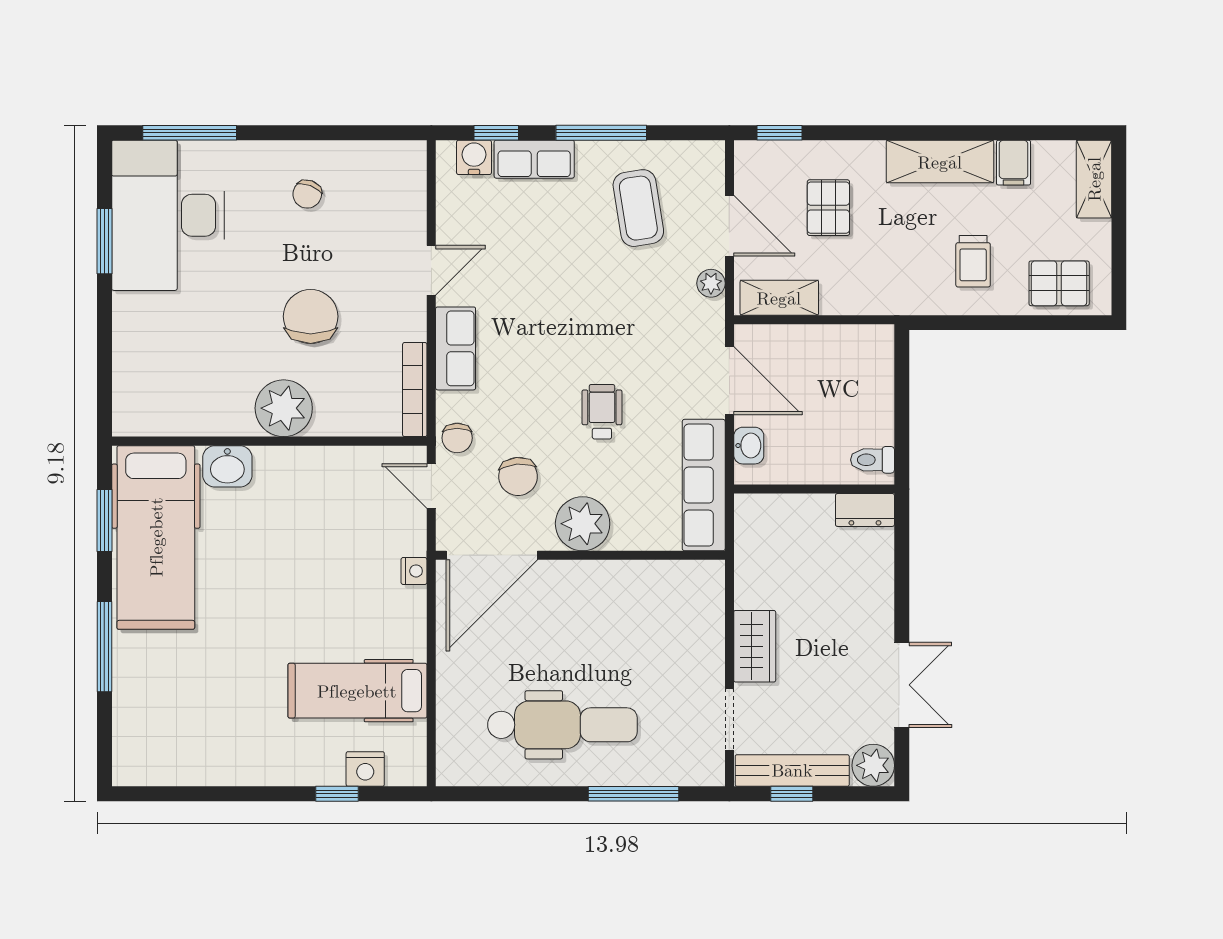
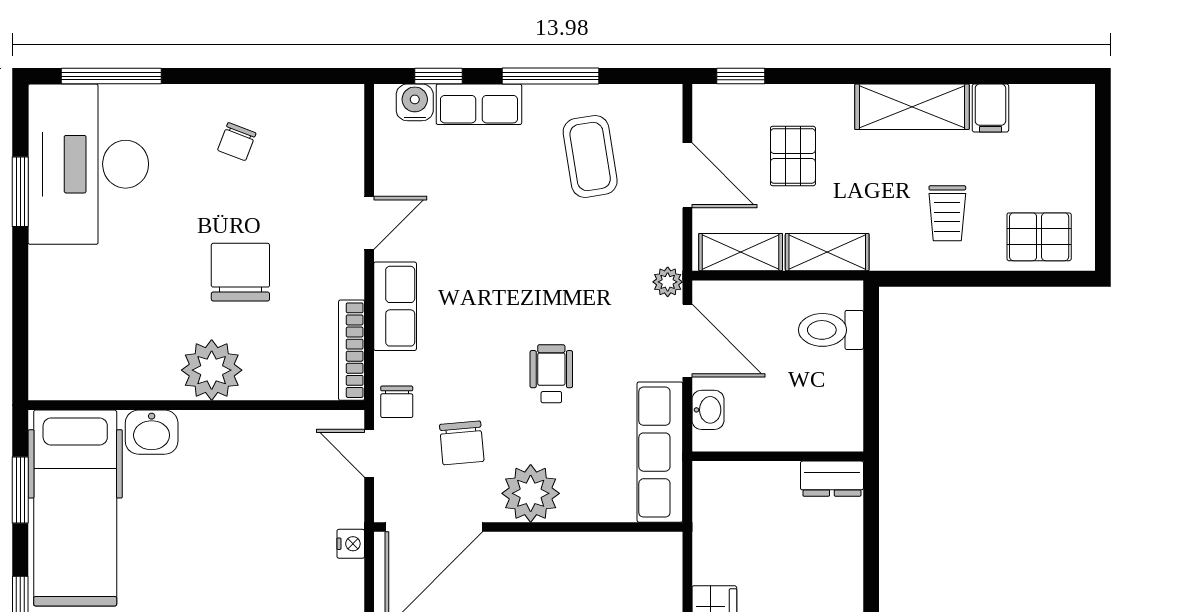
shelving: (1094, 179) -> (827, 252), moved, turned 90
plant: (711, 283) -> (668, 282), moved
toilet: (872, 460) -> (831, 330), moved, width x1.37, depth x1.39

